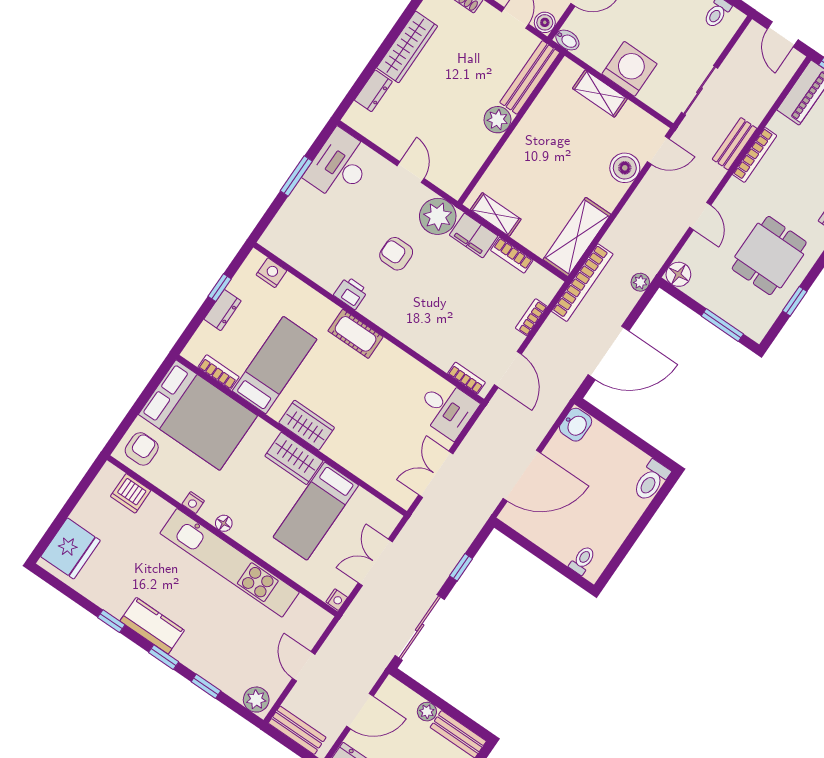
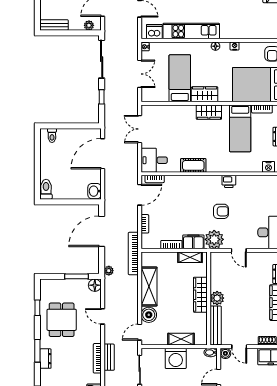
wardrobe: (520, 143) -> (200, 295), added
shelving: (577, 237) -> (149, 287), moved
window: (722, 325) -> (76, 276), moved
cot: (356, 334) -> (193, 165), moved
door: (508, 369) -> (140, 195), swing flipped
double door: (436, 474) -> (140, 129), swing flipped
dishwasher: (131, 493) -> (154, 32), moved
kitchen unit: (230, 563) -> (191, 31), width x0.73
plant: (427, 712) -> (89, 25), moved

